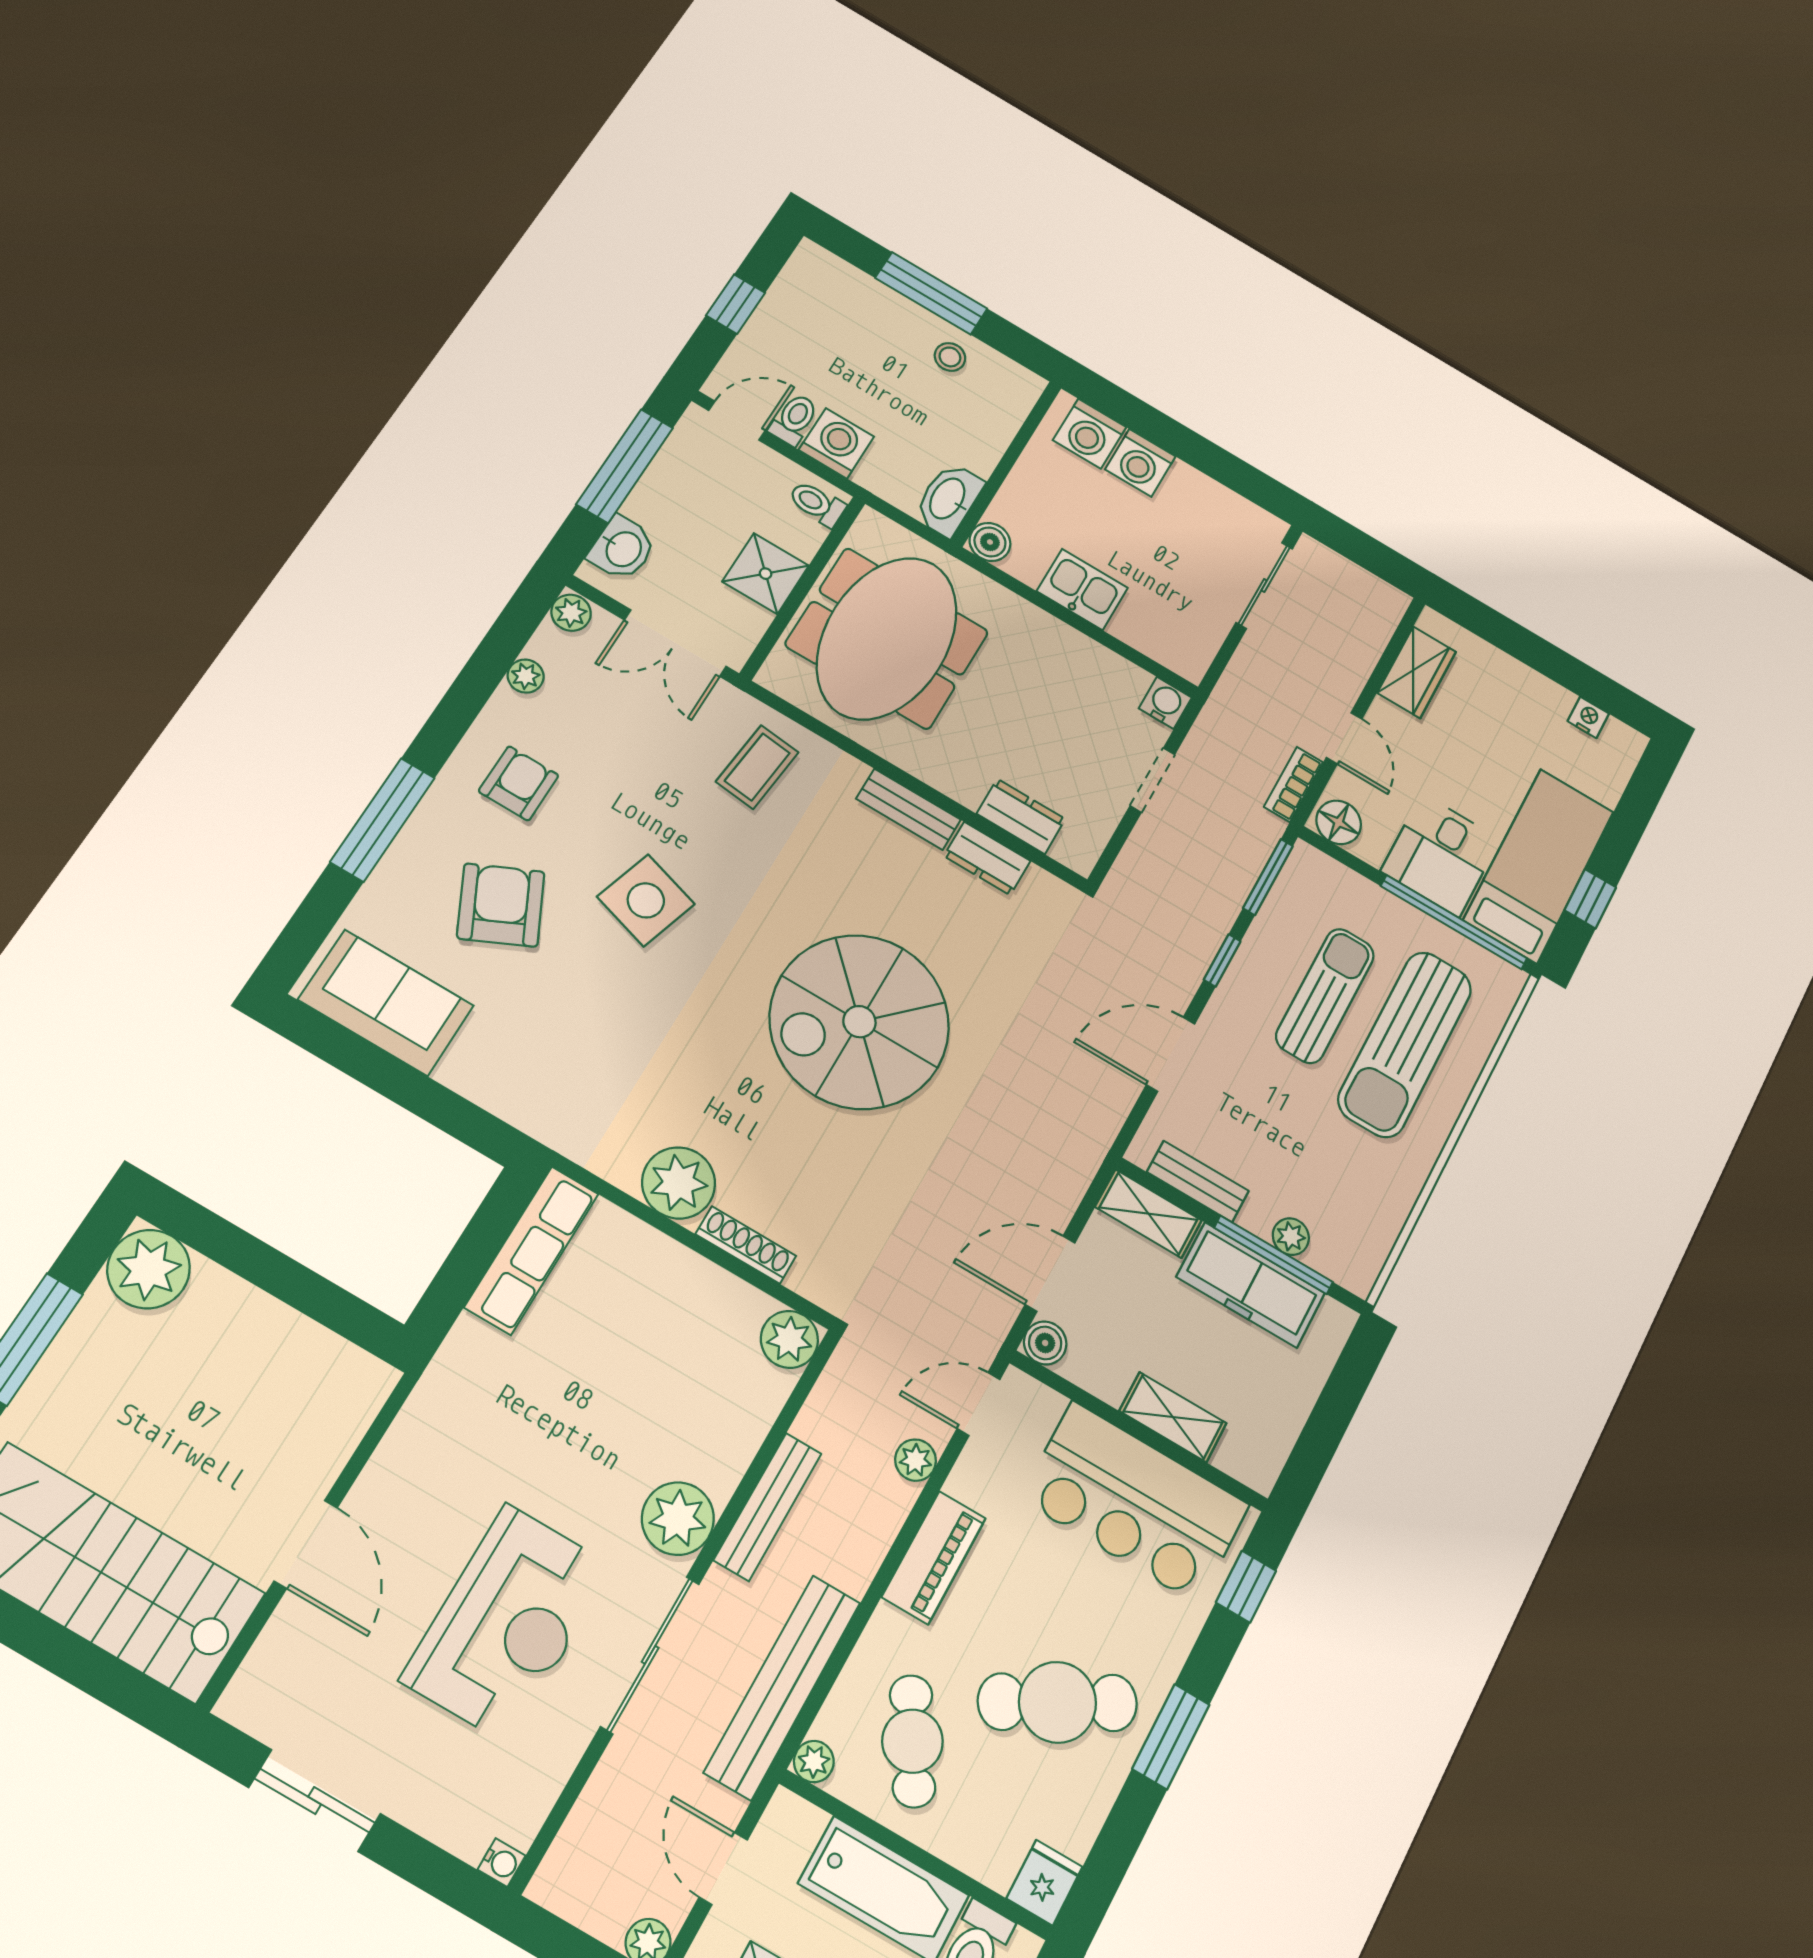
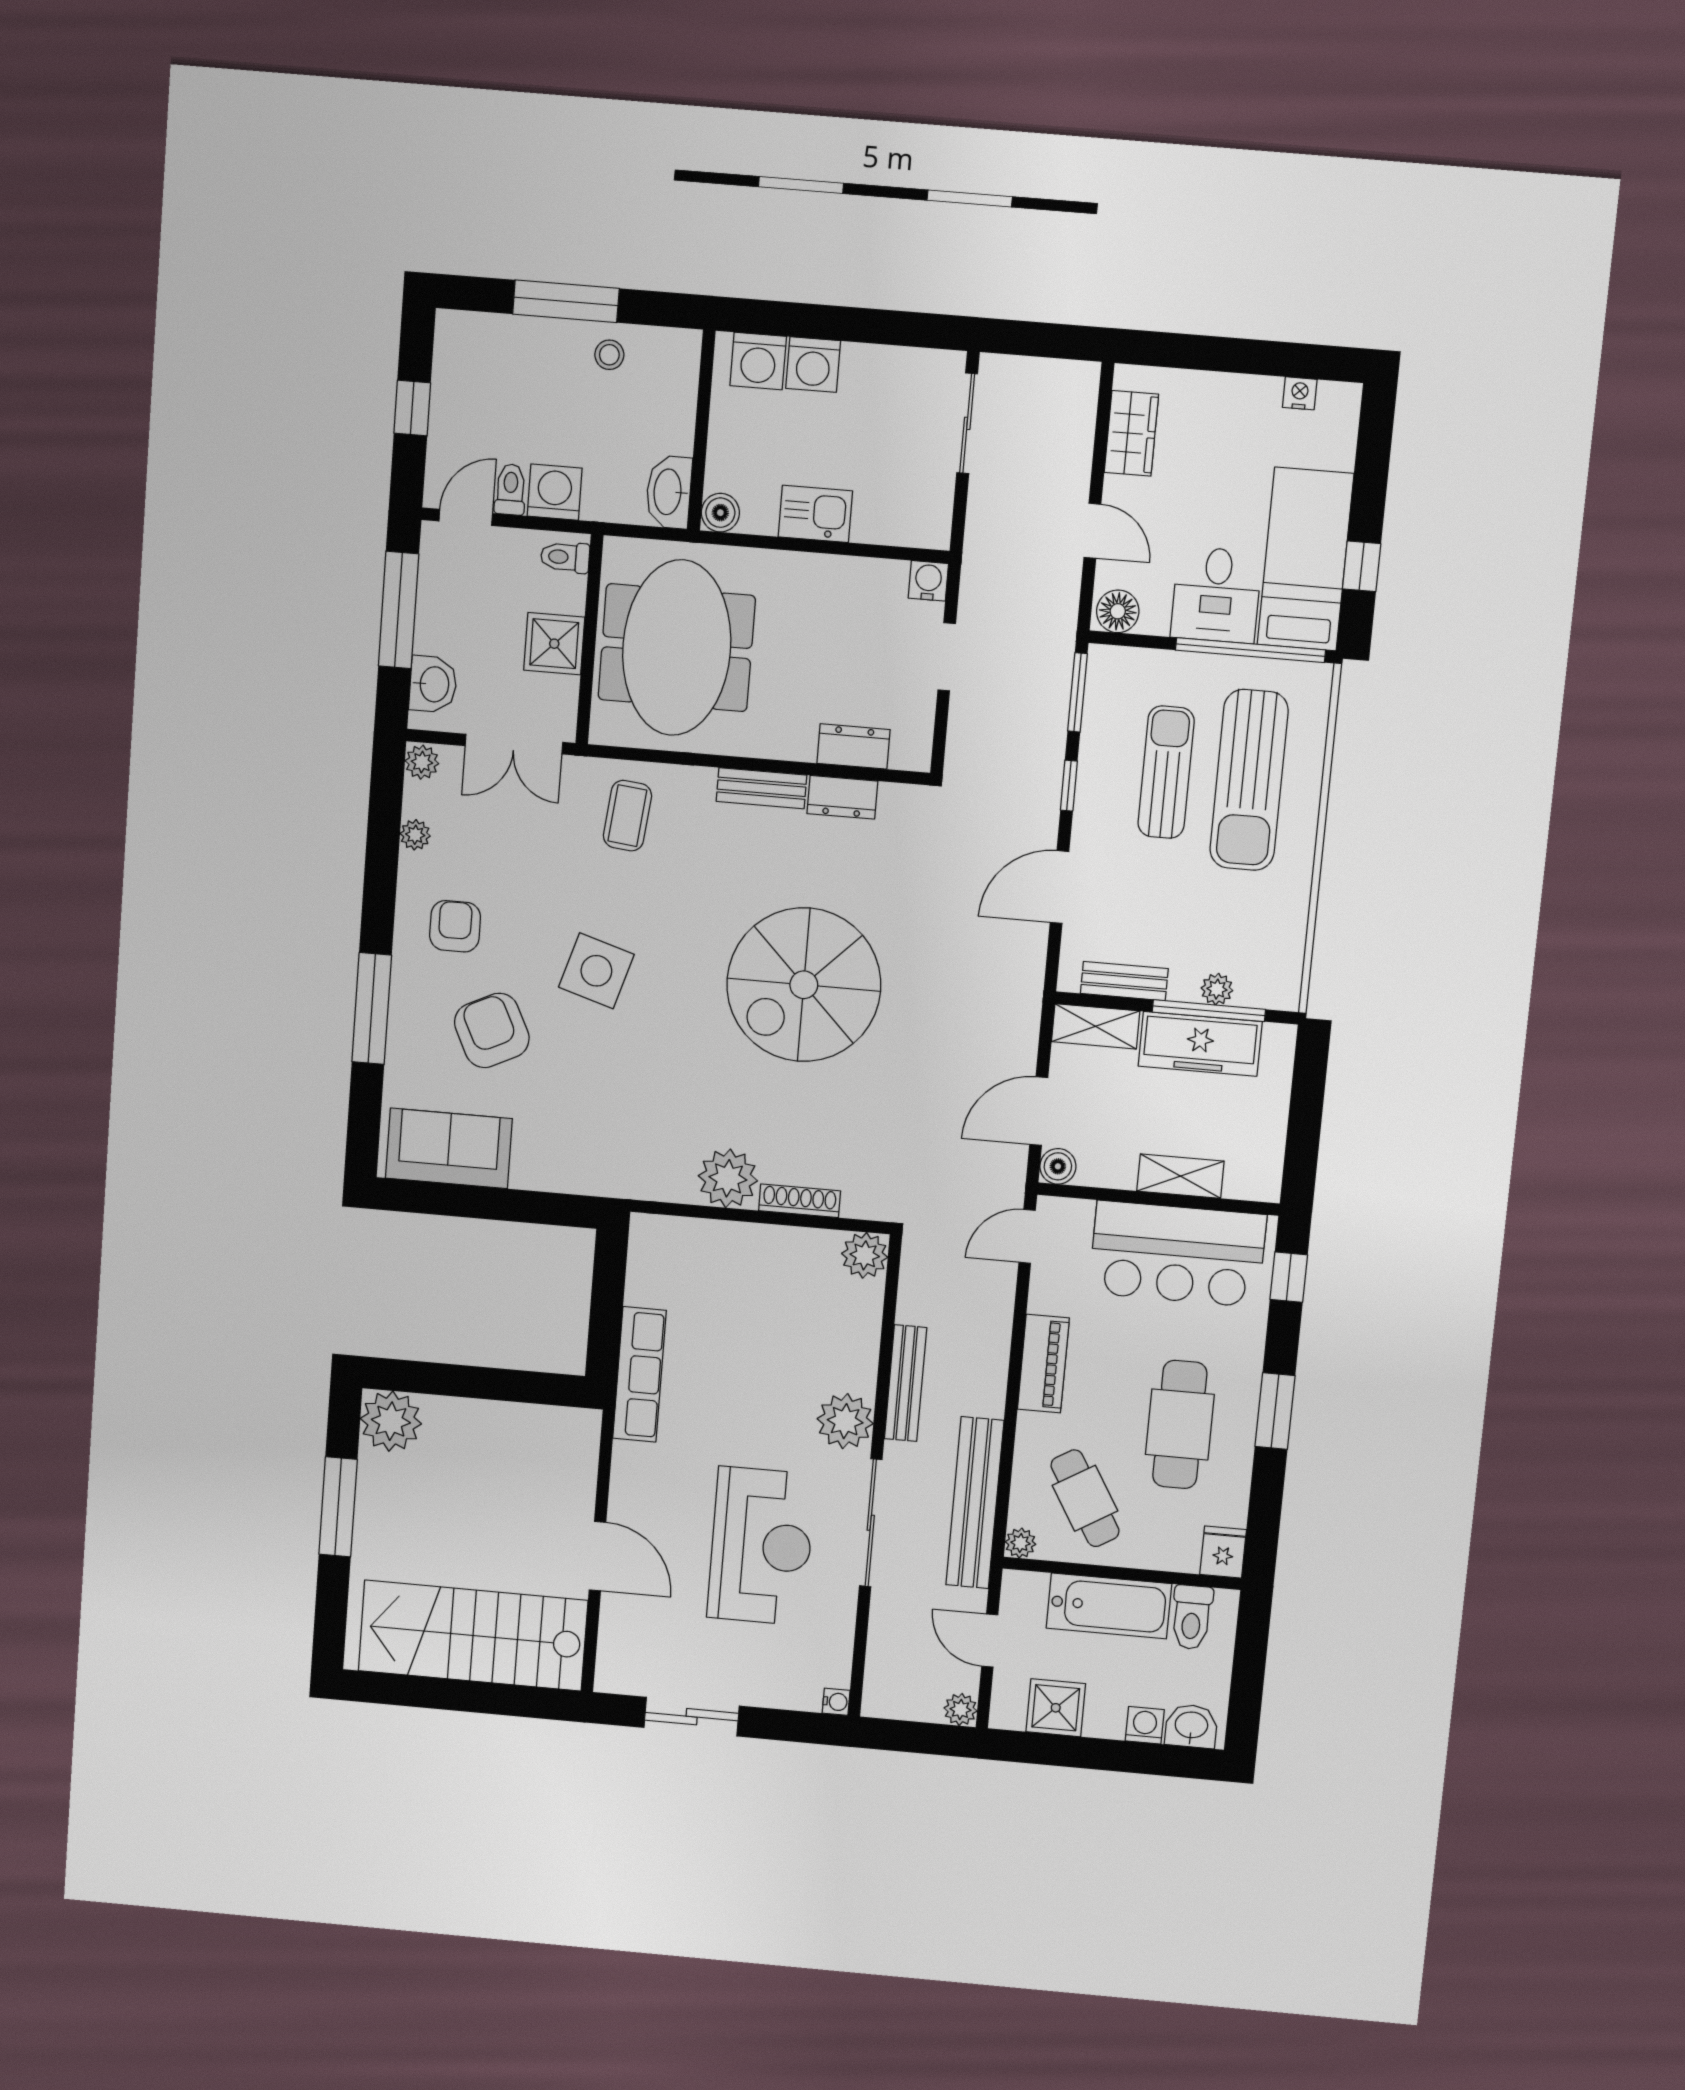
bookcase: (1294, 784) -> (1066, 597), removed
row of seats: (532, 1250) -> (639, 1374), moved
plant: (916, 1460) -> (998, 1300), removed
cafe table: (1058, 1702) -> (1180, 1424), turned -61

